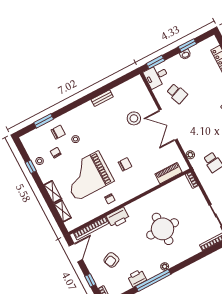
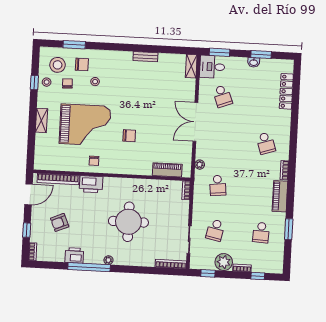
stool: (134, 118) -> (58, 65), moved
grand piano: (87, 176) -> (85, 125), turned 180
shelving: (63, 211) -> (191, 66), moved

